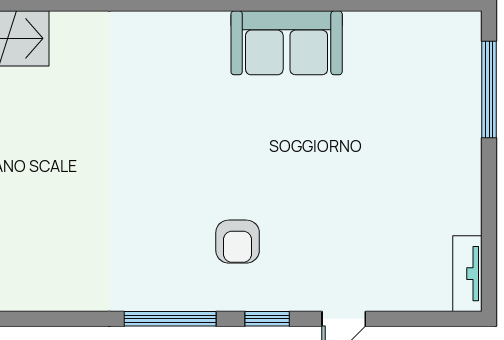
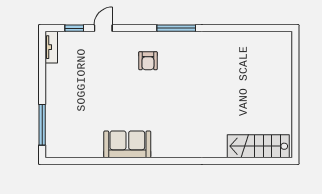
armchair: (238, 242) -> (148, 61), turned 180
window: (267, 319) -> (74, 28), moved

